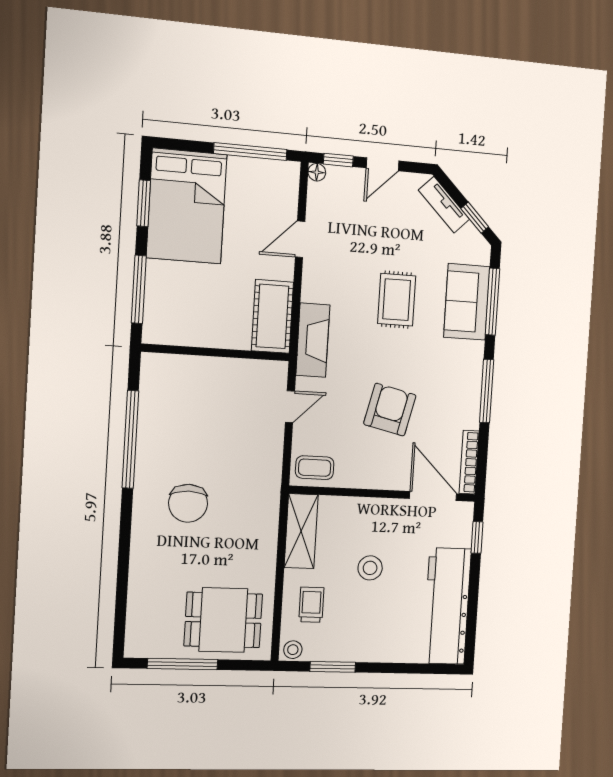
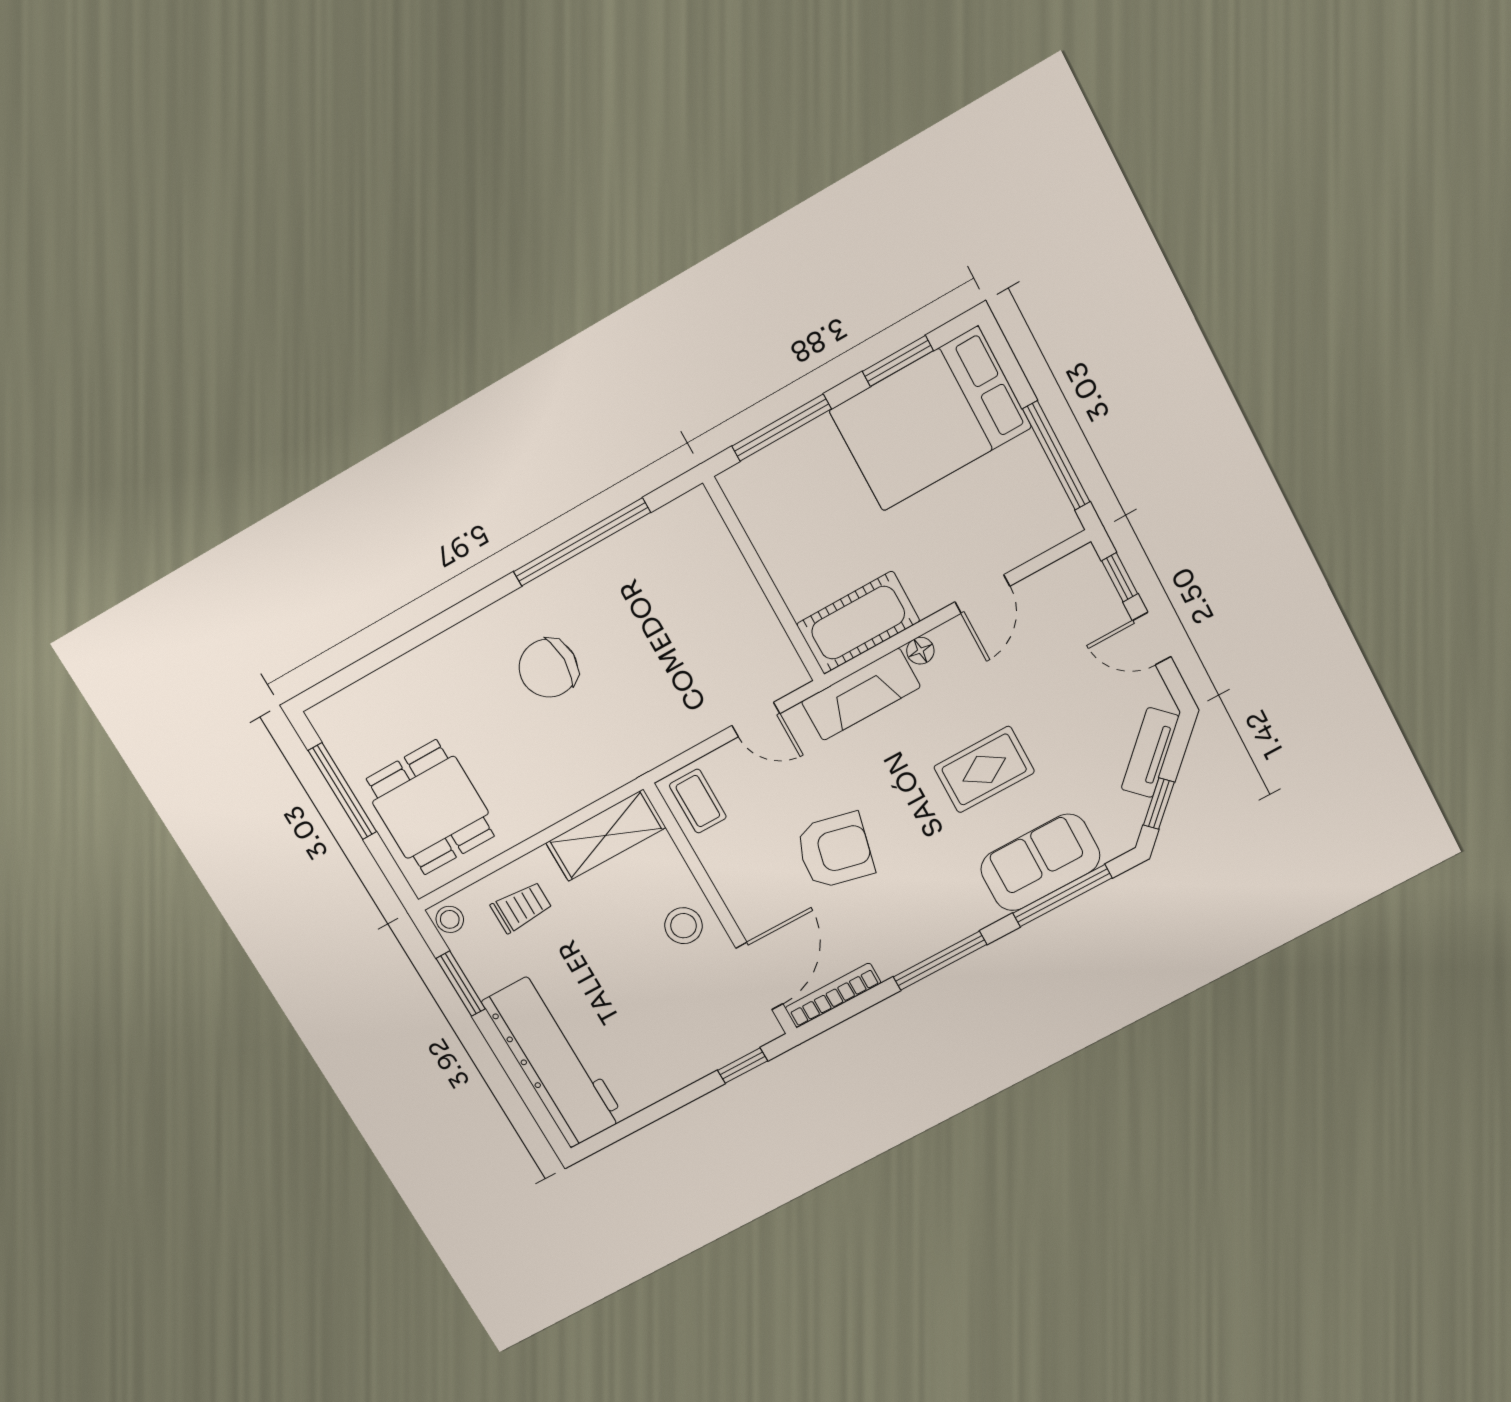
floor lamp: (317, 172) -> (920, 651), moved
door: (300, 239) -> (982, 594), swing flipped
stool: (370, 568) -> (683, 926), moved
workbench: (447, 606) -> (554, 1060), moved, turned 90

